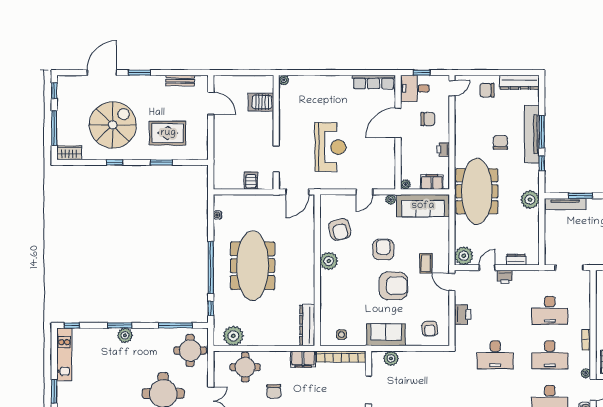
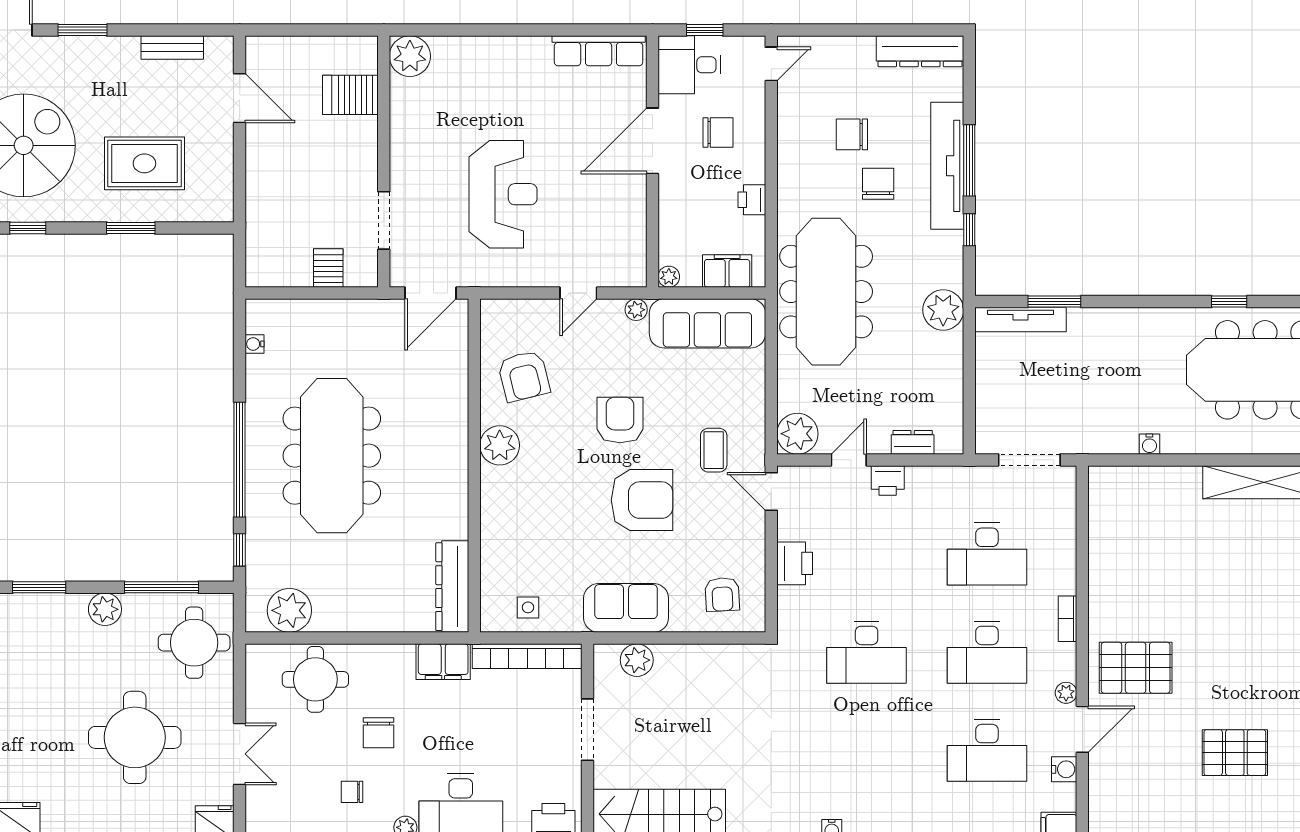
plant: (284, 80) -> (410, 56), width x1.87, depth x1.87
chair: (487, 90) -> (852, 134), moved
plant: (125, 335) -> (105, 609), moved

